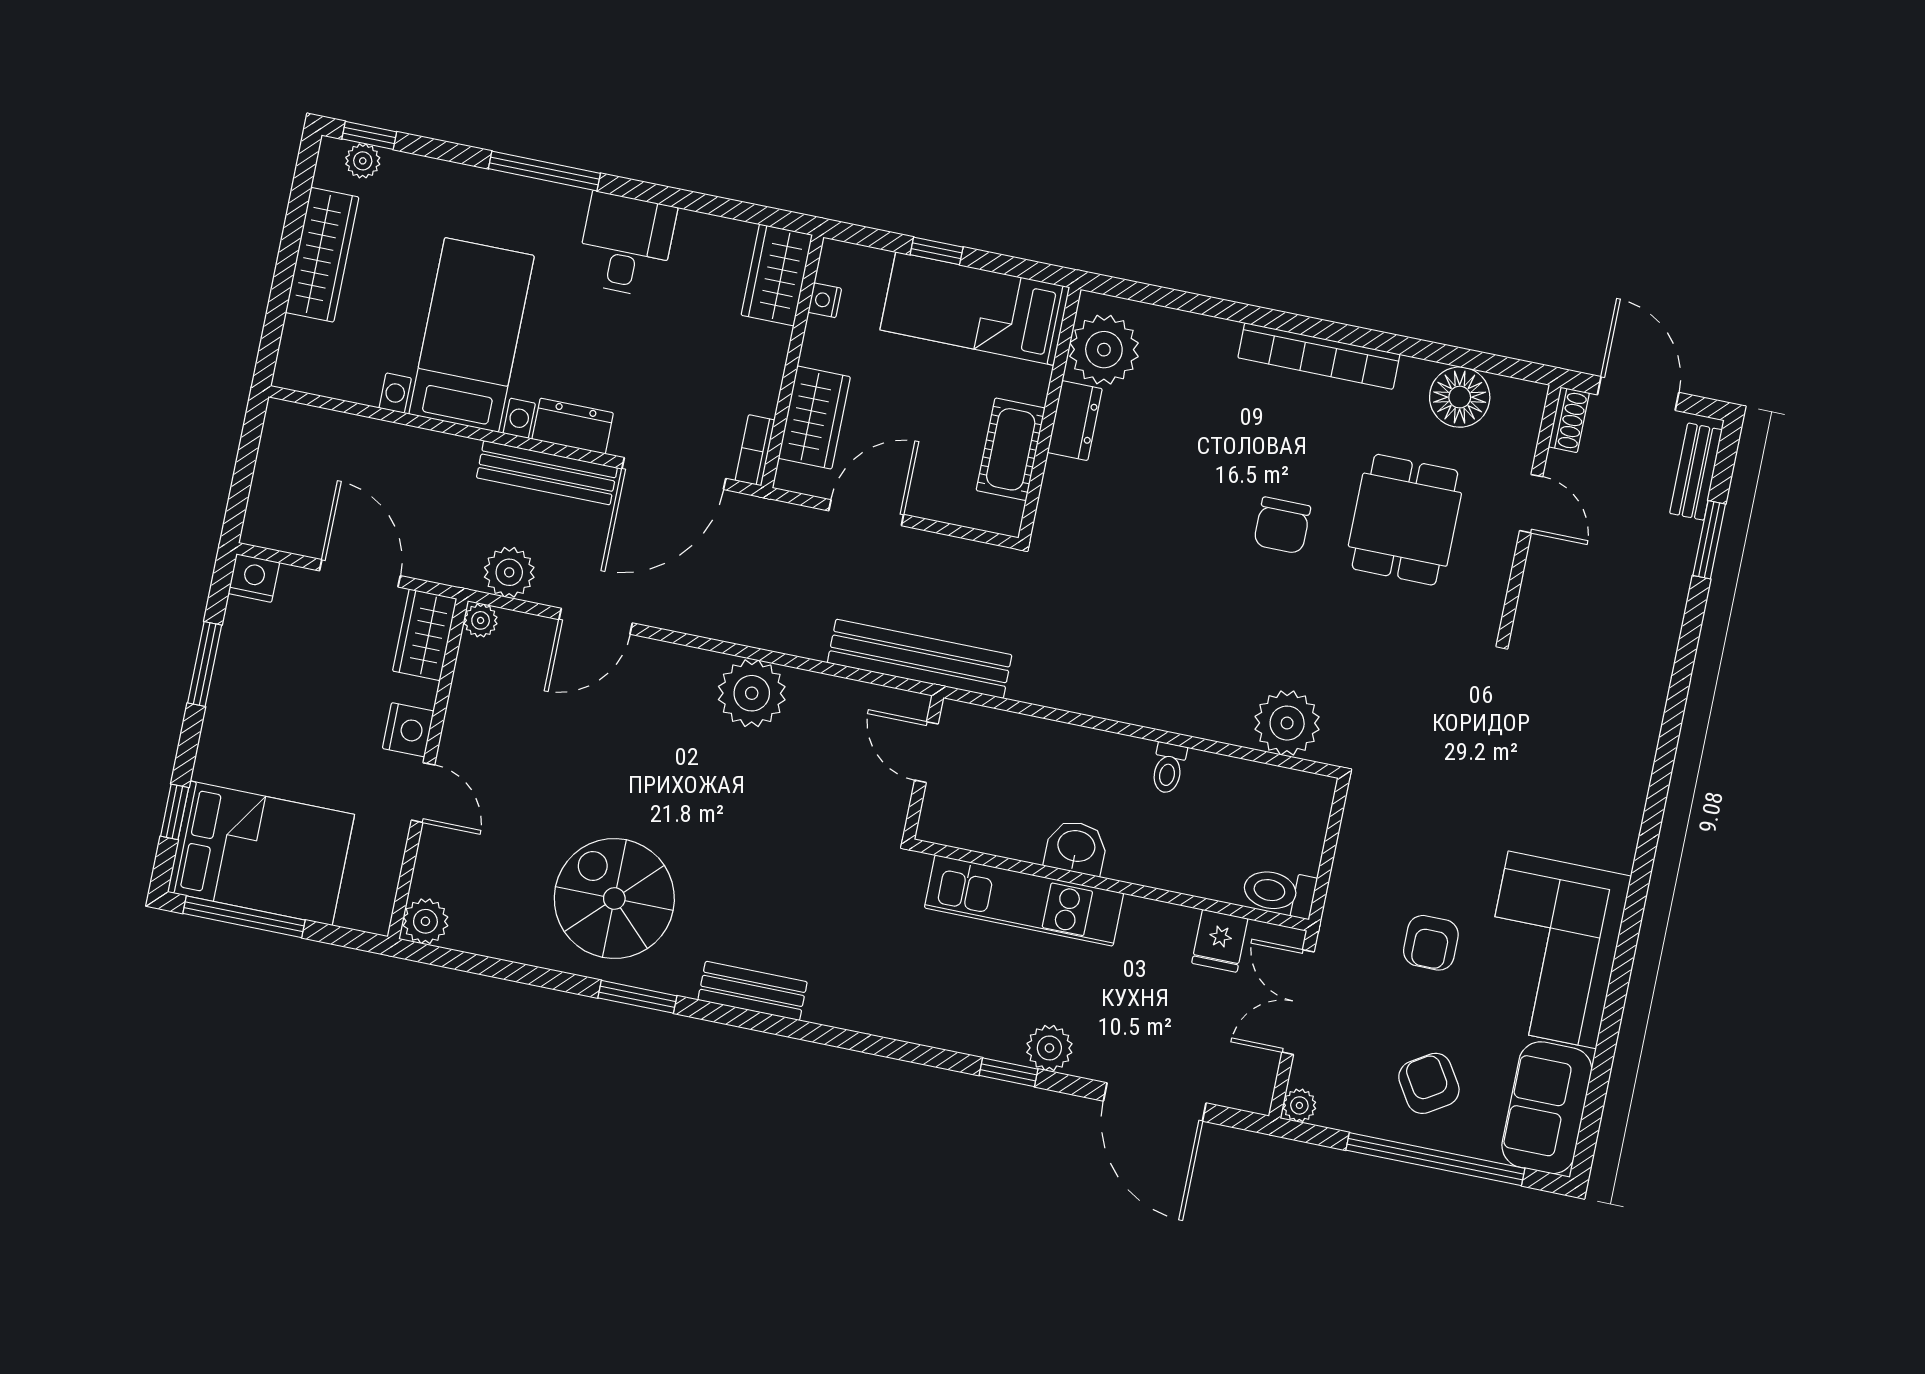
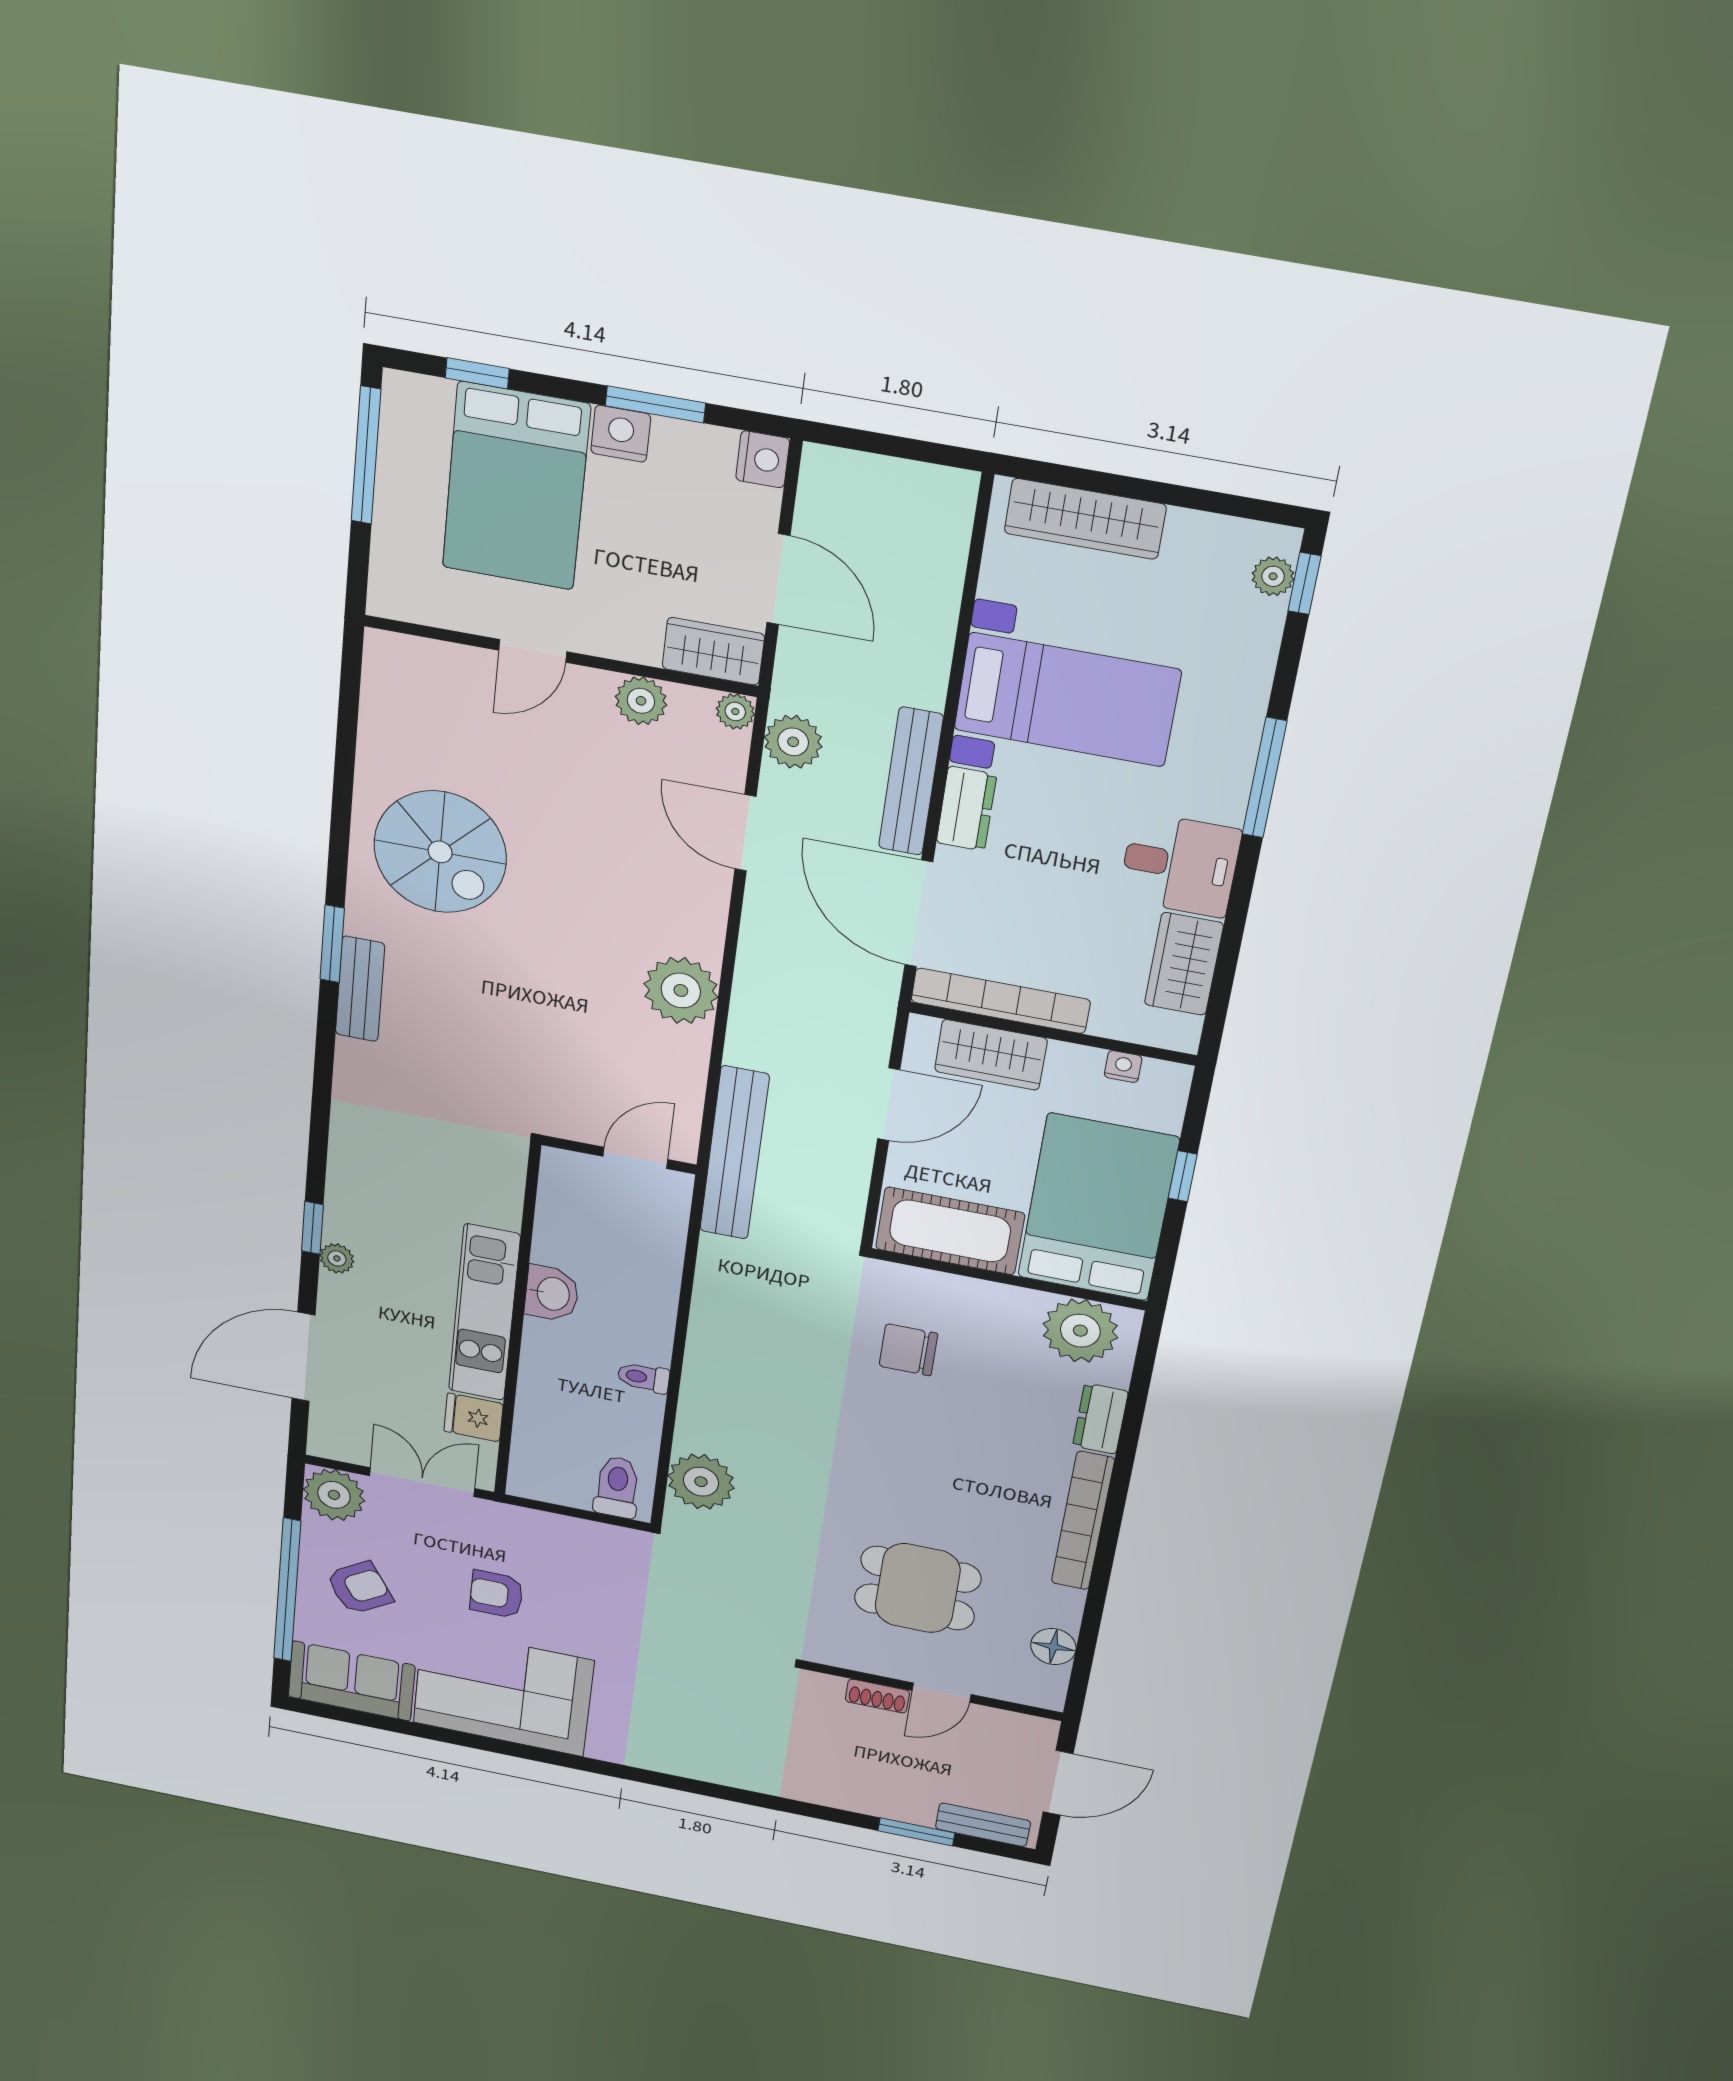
wardrobe: (322, 255) -> (1085, 519), moved
wardrobe: (777, 275) -> (1184, 964), moved, turned -90
bed: (975, 309) -> (1098, 1208), width x1.50
floor lamp: (1460, 397) -> (1053, 1647), width x0.73, depth x0.73
shoe rack: (1569, 420) -> (877, 1696), moved
dresser: (1075, 421) -> (1100, 1419), moved, turned 90
cot: (1011, 449) -> (950, 1231), width x1.37, depth x1.34
bookcase: (755, 450) -> (1001, 1001), width x2.31, depth x1.31
door: (866, 513) -> (889, 1104), hinge flipped
chair: (1282, 525) -> (908, 1350), moved
door: (360, 573) -> (778, 579), hinge flipped
nightstand: (408, 730) -> (621, 434), moved, turned 180
bed: (261, 853) -> (516, 486), moved
toilet: (1279, 892) -> (617, 1487), moved
spiral stairs: (614, 899) -> (440, 852), turned 90
kitchen unit: (1024, 901) -> (484, 1313), moved
plant: (425, 921) -> (641, 701), moved
window: (637, 997) -> (332, 944), moved
plant: (1049, 1048) -> (337, 1258), width x0.73, depth x0.73
plant: (1299, 1105) -> (334, 1495), width x1.87, depth x1.87

